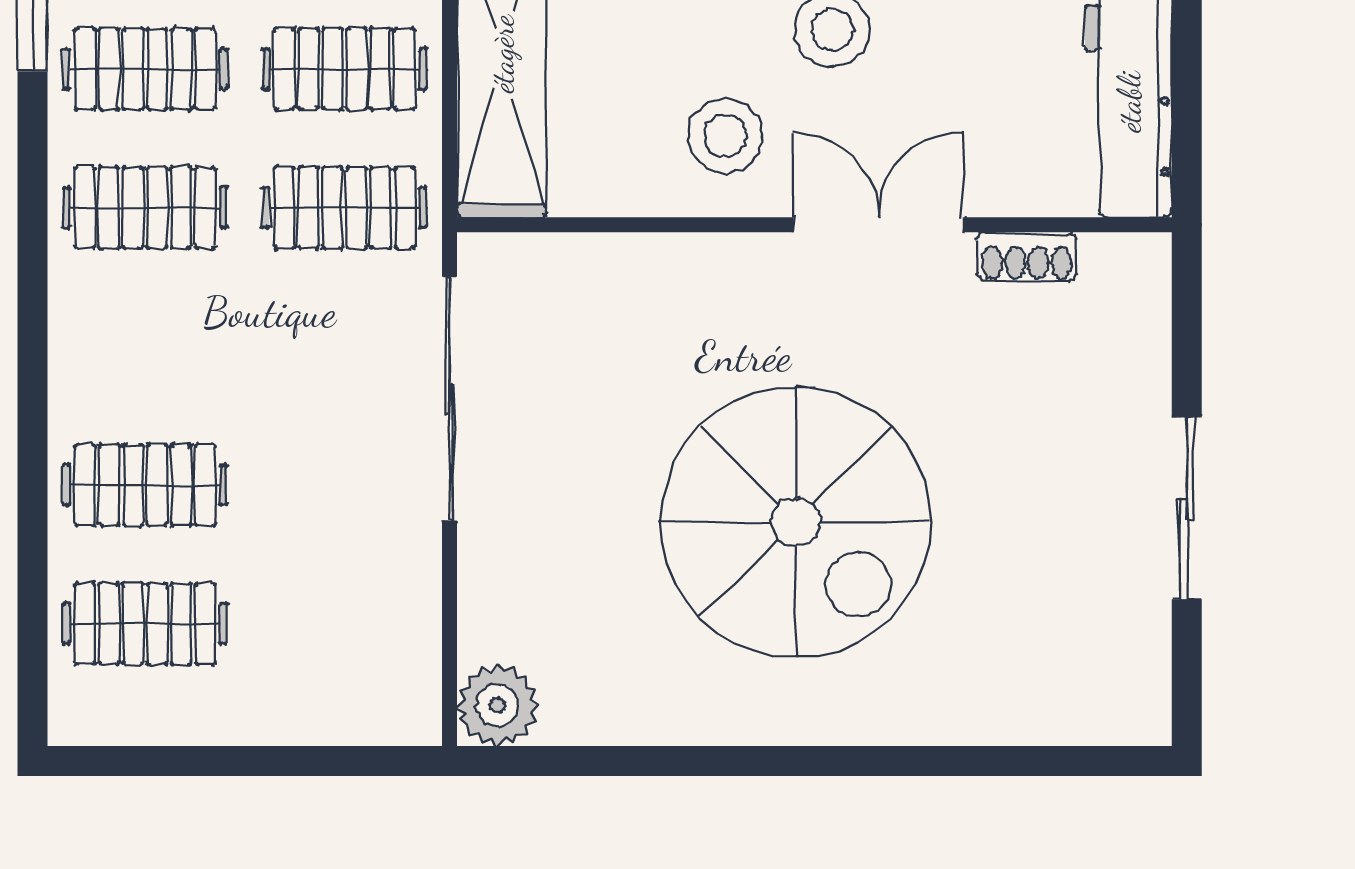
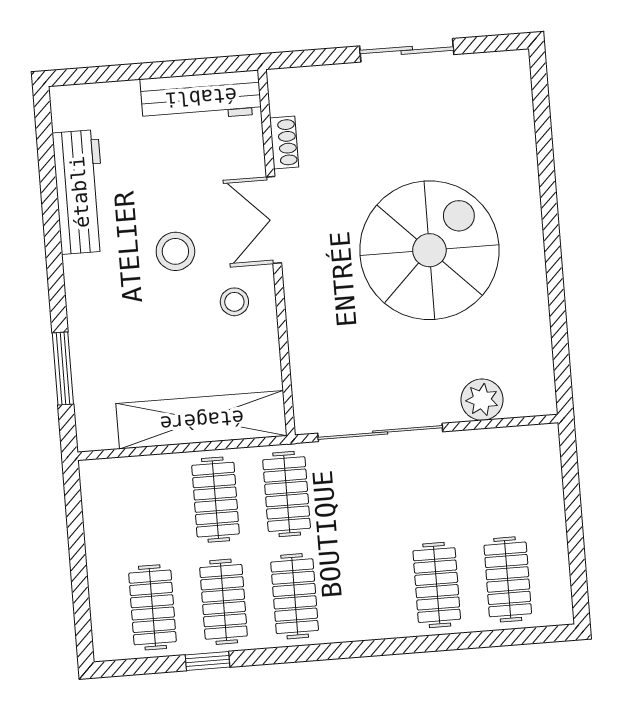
stool: (725, 136) -> (234, 302), width x0.73, depth x0.73
plant: (498, 705) -> (482, 400), moved

